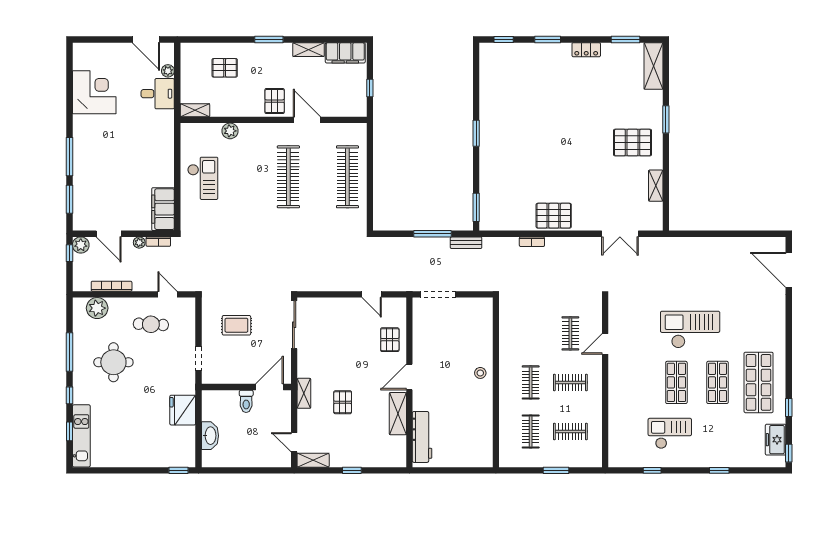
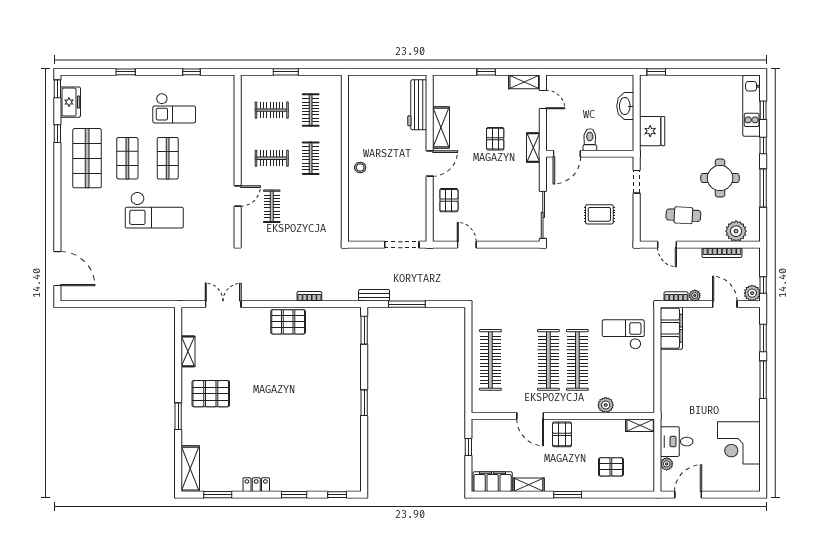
door: (146, 40) -> (688, 495), hinge flipped
clothes rail: (259, 177) -> (577, 360), added
checkout: (203, 178) -> (623, 334), moved, turned 90

